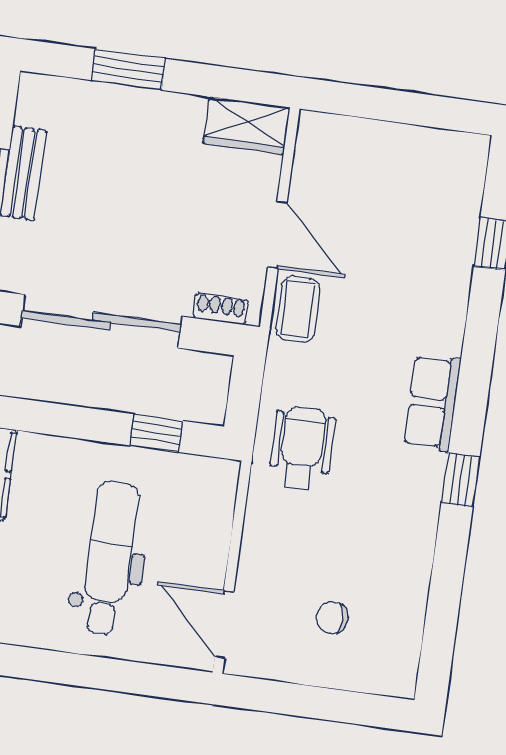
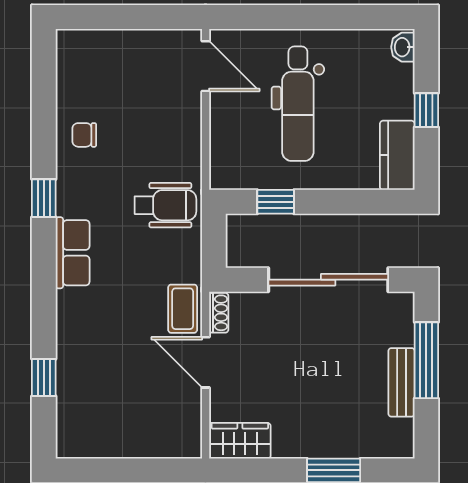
shoe rack: (221, 309) -> (219, 313), moved, turned -90
wheelchair: (302, 449) -> (165, 205), turned -90
chair: (332, 618) -> (84, 135), moved, turned 180

